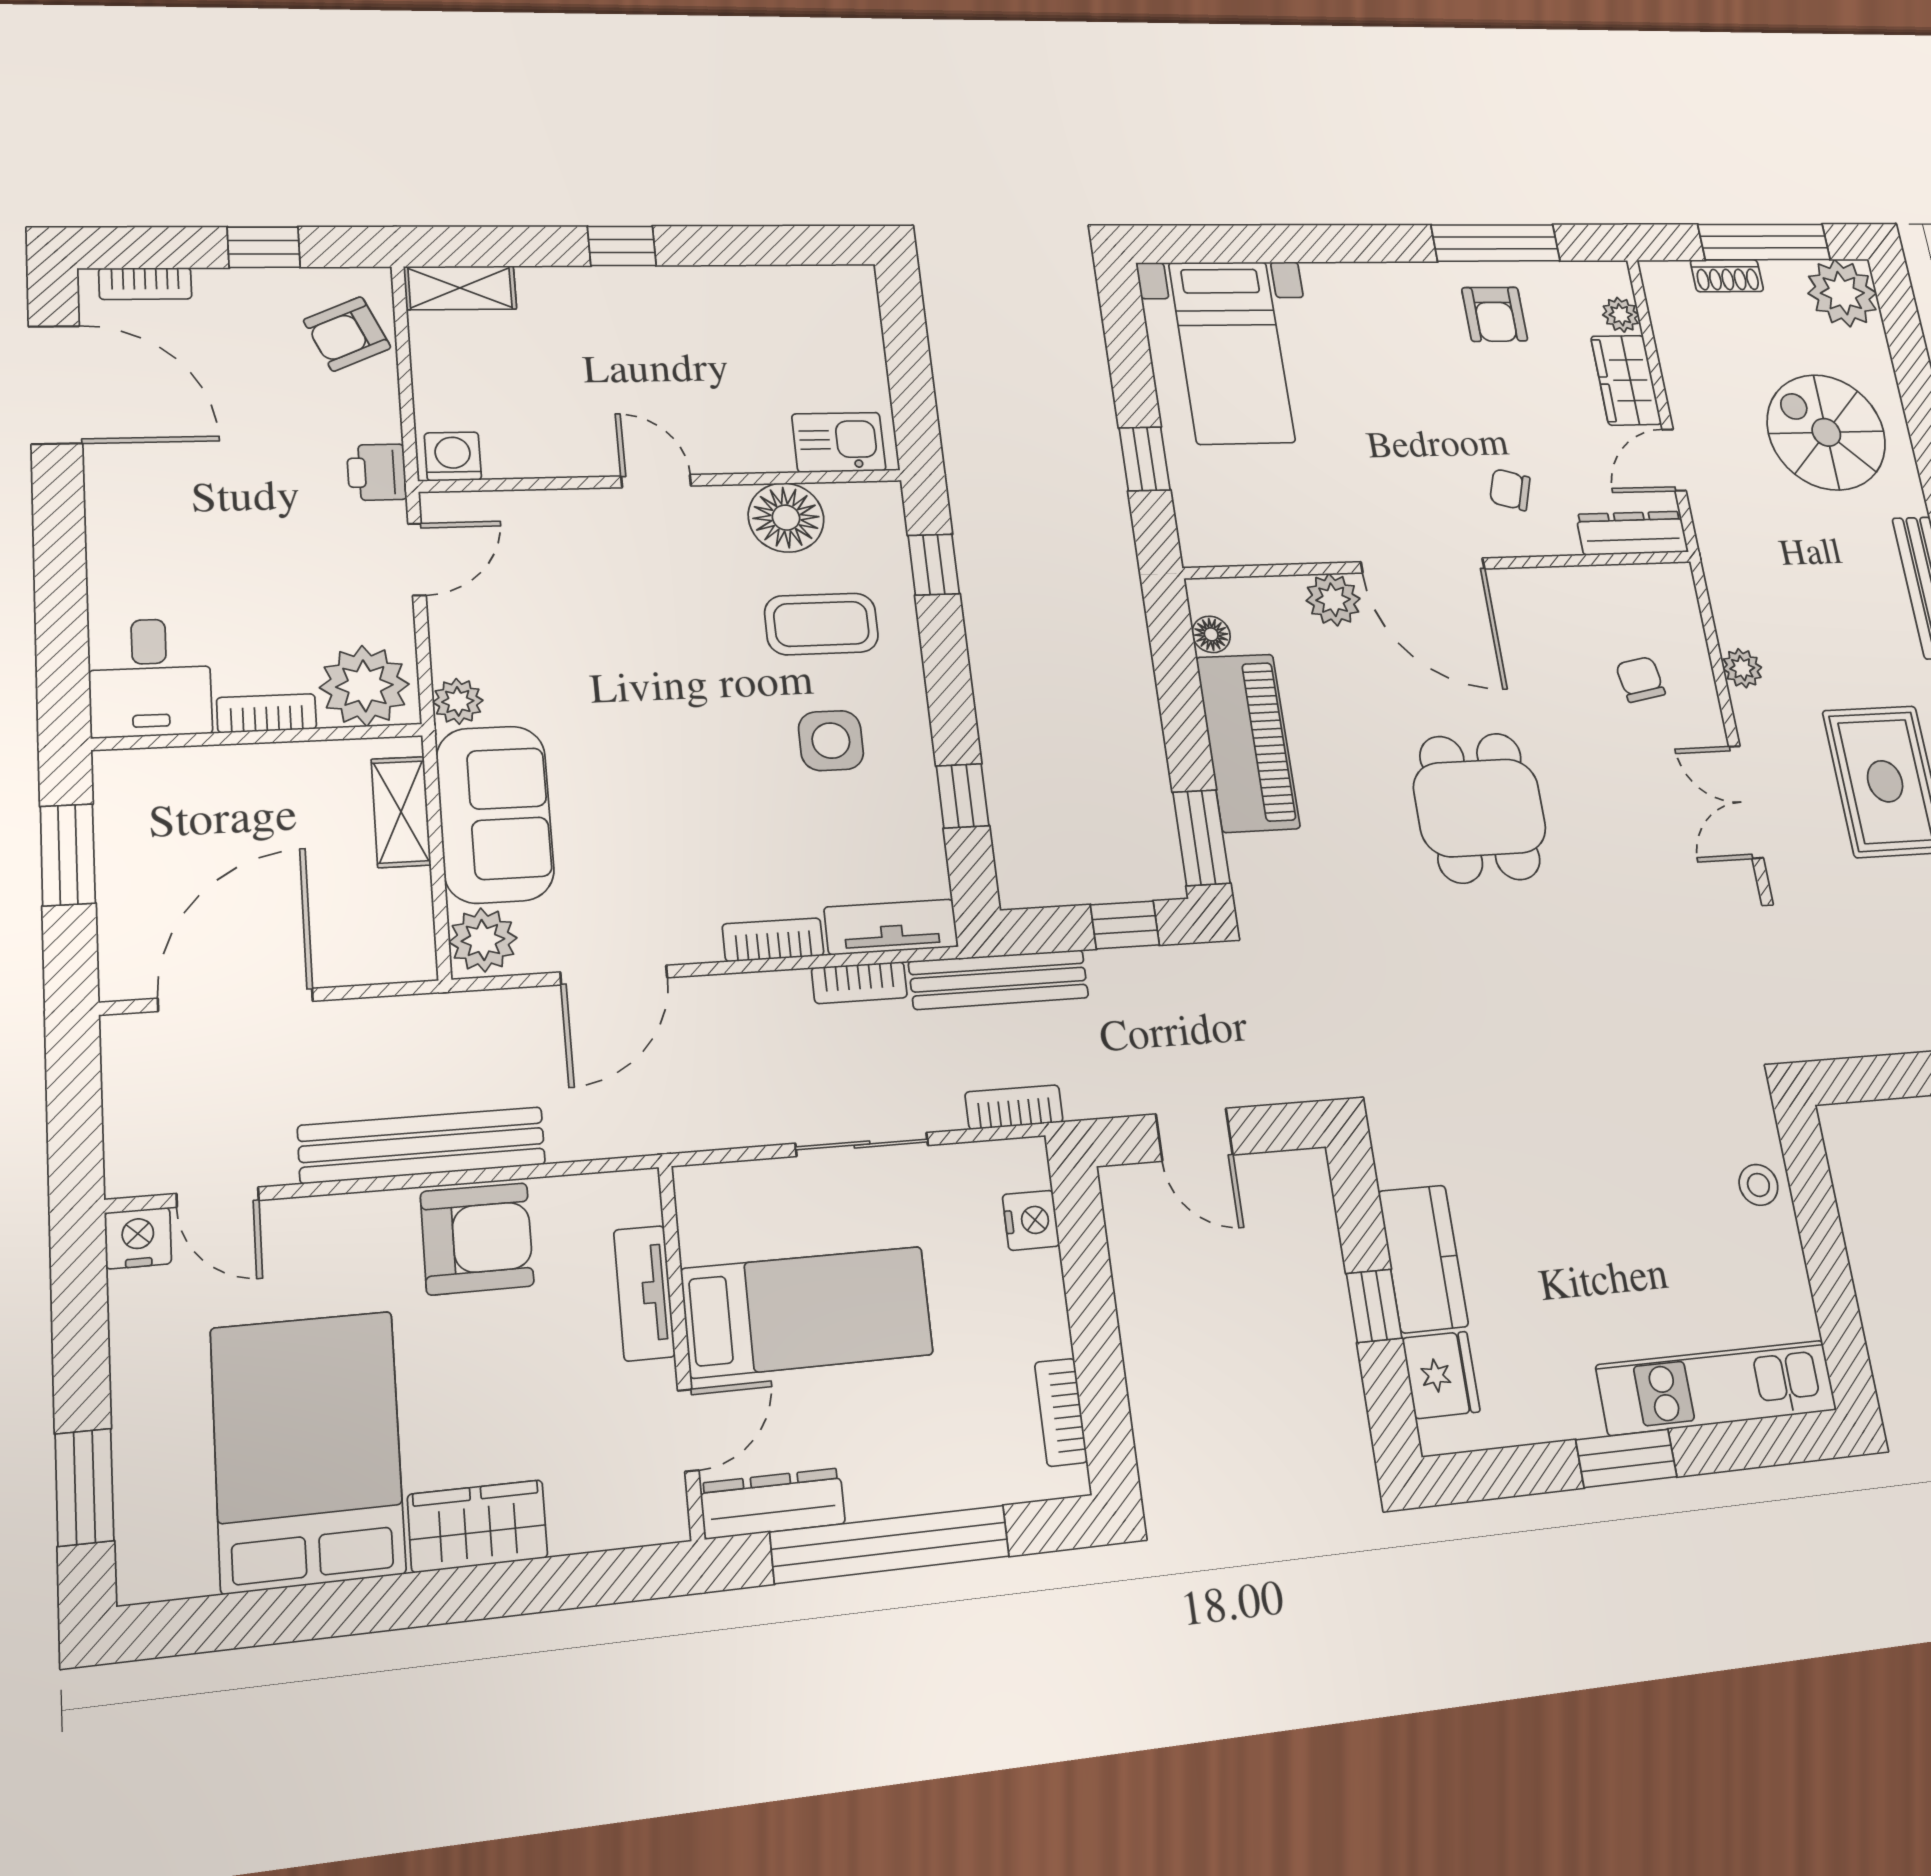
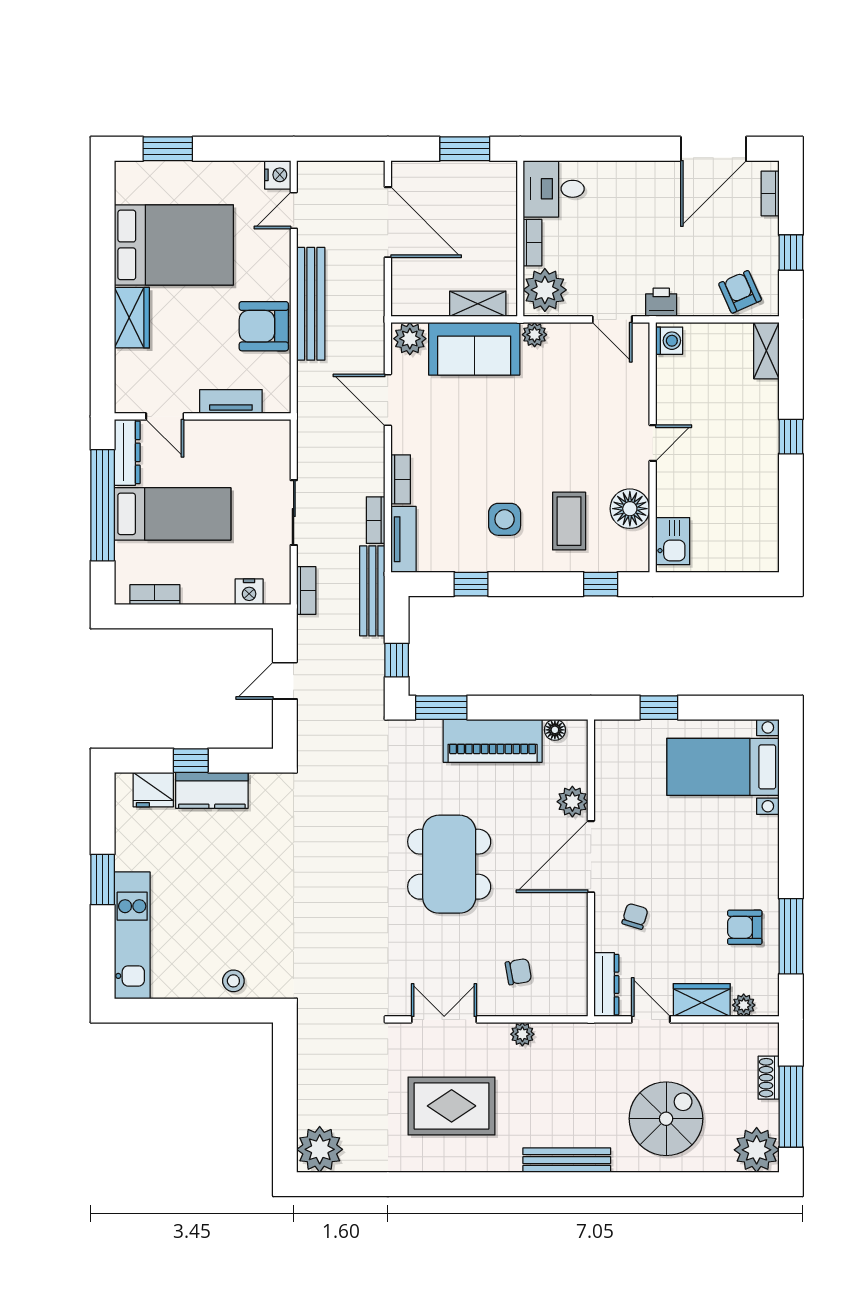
dining table: (1480, 808) -> (449, 864), width x1.37
armchair: (477, 1239) -> (264, 326), turned 90
bed: (807, 1312) -> (173, 514), moved, turned -90

